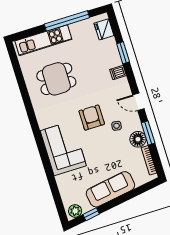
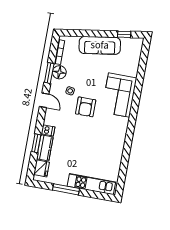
window: (67, 21) -> (66, 189), width x0.68
kitchen counter: (112, 53) -> (45, 148), added
dining table: (56, 79) -> (97, 150), removed
plant: (75, 211) -> (135, 43), removed

